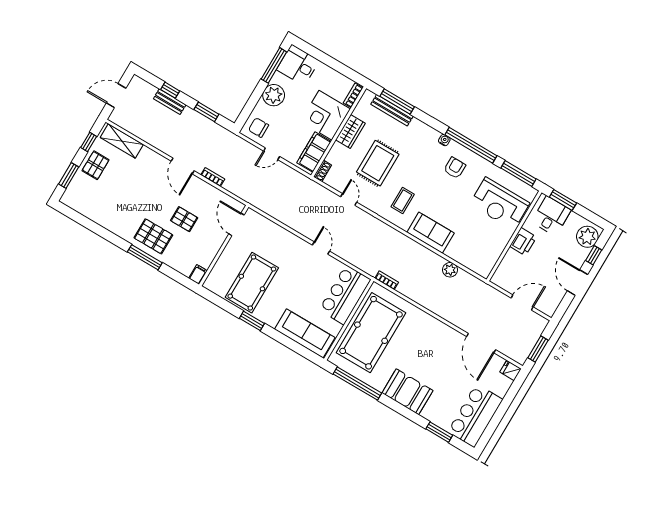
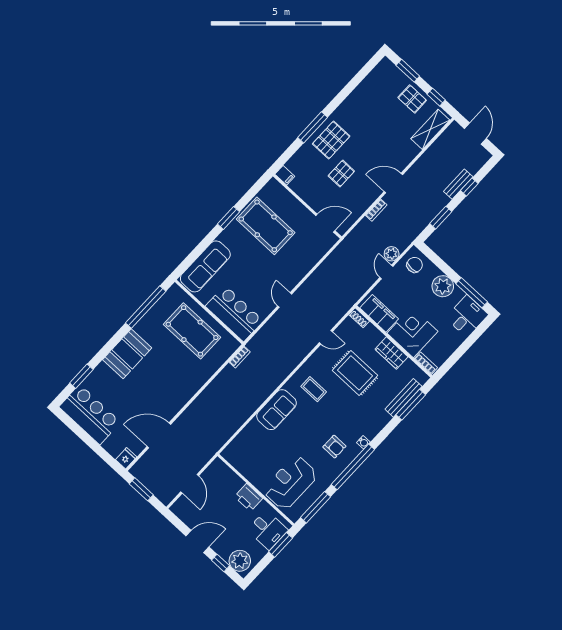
door: (321, 248) -> (285, 300), swing flipped
plant: (450, 270) -> (392, 254), moved
pool table: (371, 333) -> (192, 331), width x0.73, depth x0.76

